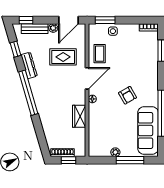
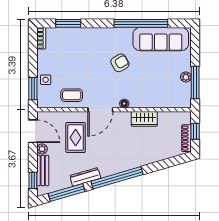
window: (16, 49) -> (67, 192), width x2.17
door: (87, 78) -> (100, 110), swing flipped
window: (130, 160) -> (195, 83), moved

